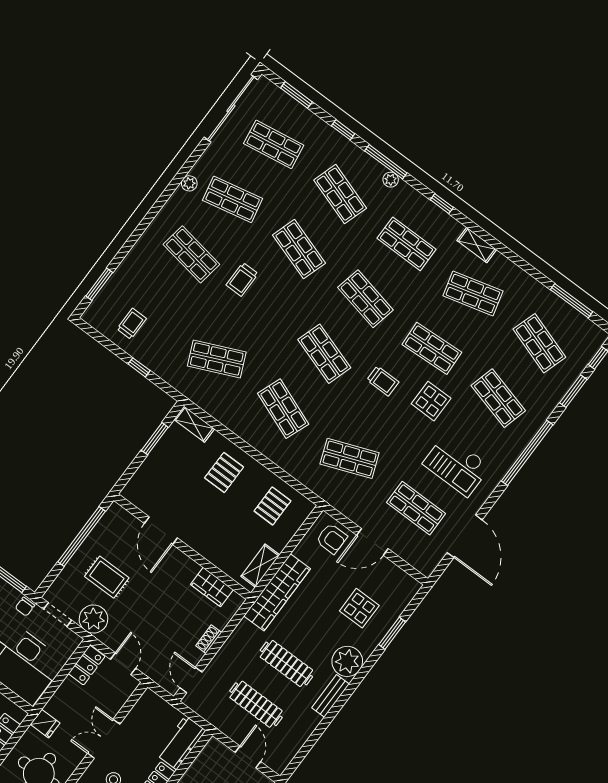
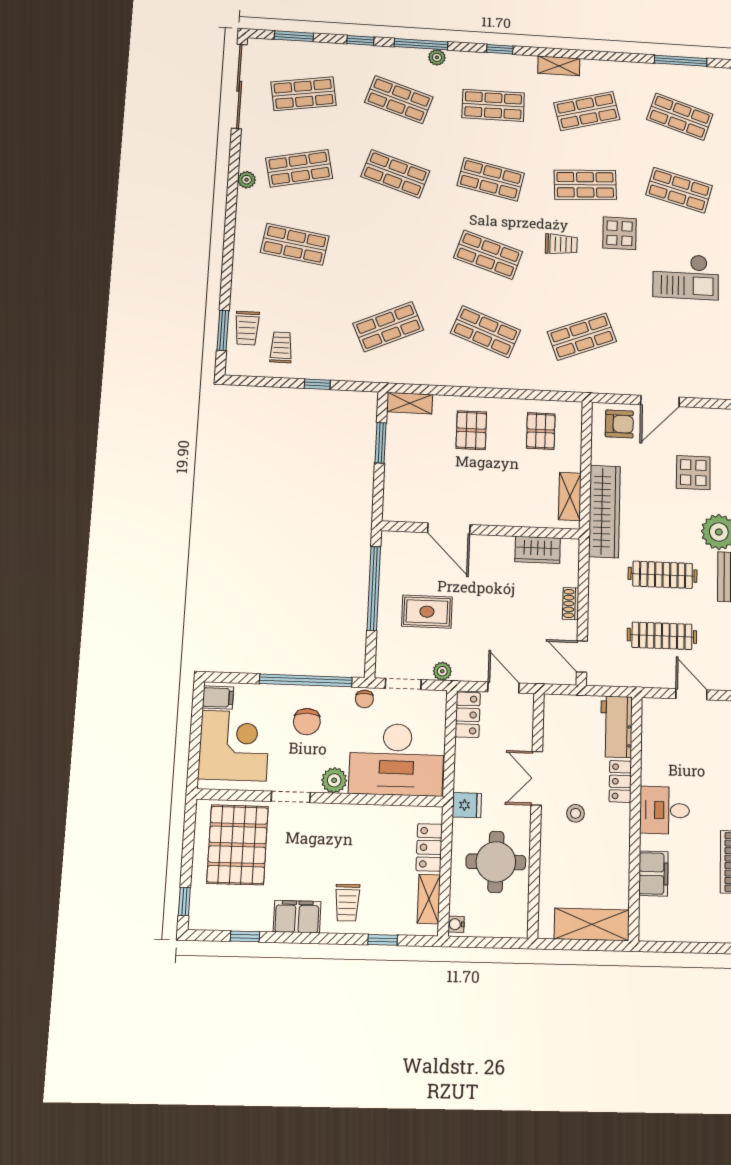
trolley: (242, 279) -> (247, 328), moved
shop shelf: (416, 508) -> (678, 342), removed
plant: (93, 619) -> (442, 671), width x0.53, depth x0.53

